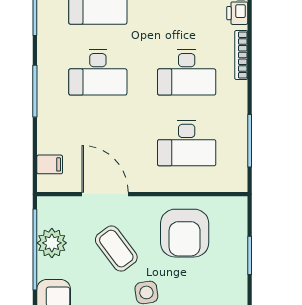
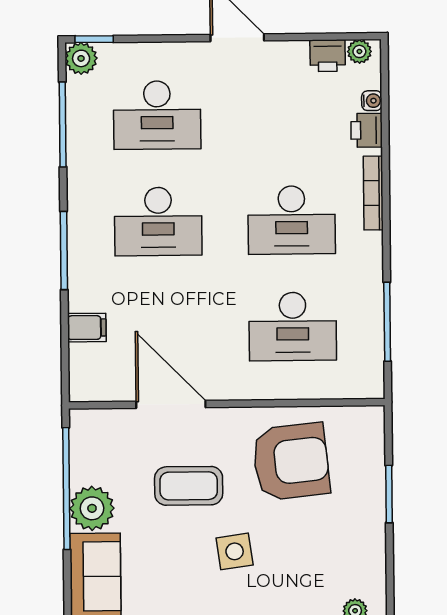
filing cabinet: (50, 164) -> (87, 328), moved
armchair: (185, 233) -> (291, 462), turned -96
plant: (52, 243) -> (92, 508), moved
coffee table: (116, 249) -> (189, 486), turned -53

